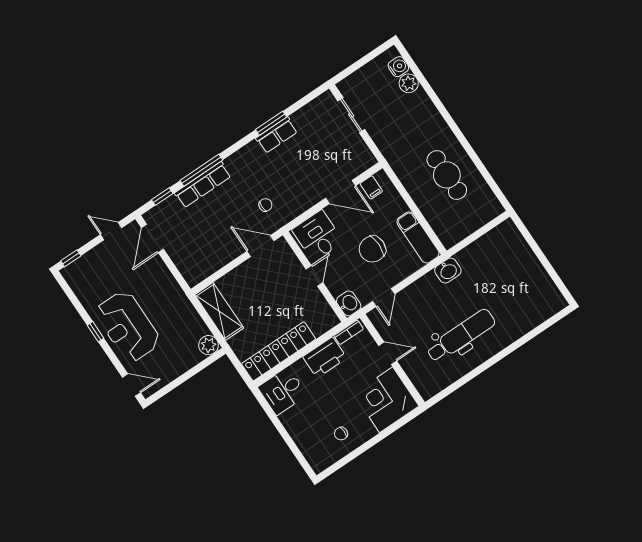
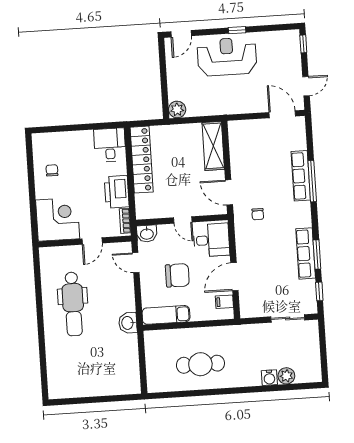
water cooler: (398, 67) -> (269, 378), moved
row of seats: (277, 135) -> (306, 253), width x1.48
window: (162, 197) -> (319, 291), moved
door: (261, 246) -> (229, 192), swing flipped
chair: (372, 249) -> (177, 275), turned 90
shelving: (219, 311) -> (213, 146), moved, turned 90

